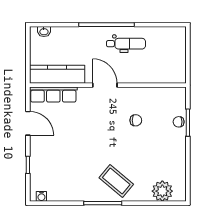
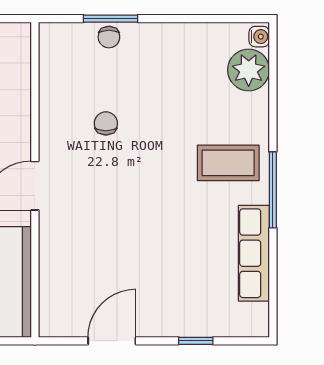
row of seats: (53, 94) -> (254, 253), moved, turned 180
coffee table: (116, 181) -> (228, 163), turned 50
water cooler: (41, 196) -> (259, 37), moved

